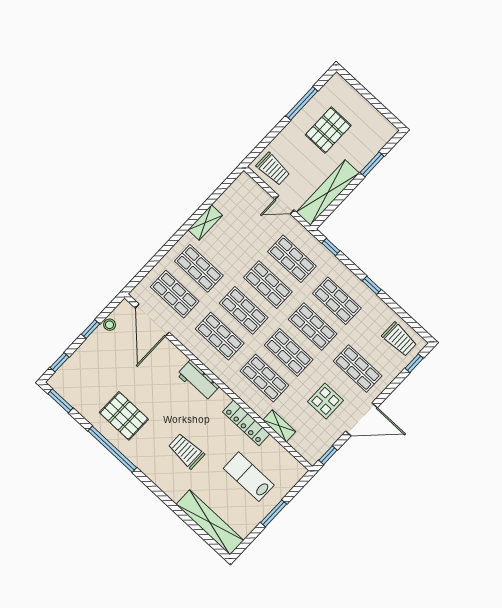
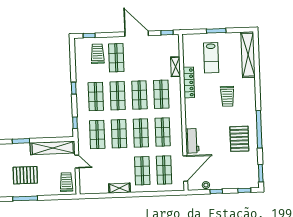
trolley: (399, 339) -> (98, 54), moved
workbench: (198, 380) -> (192, 141), moved
display table: (325, 401) -> (144, 58), removed

